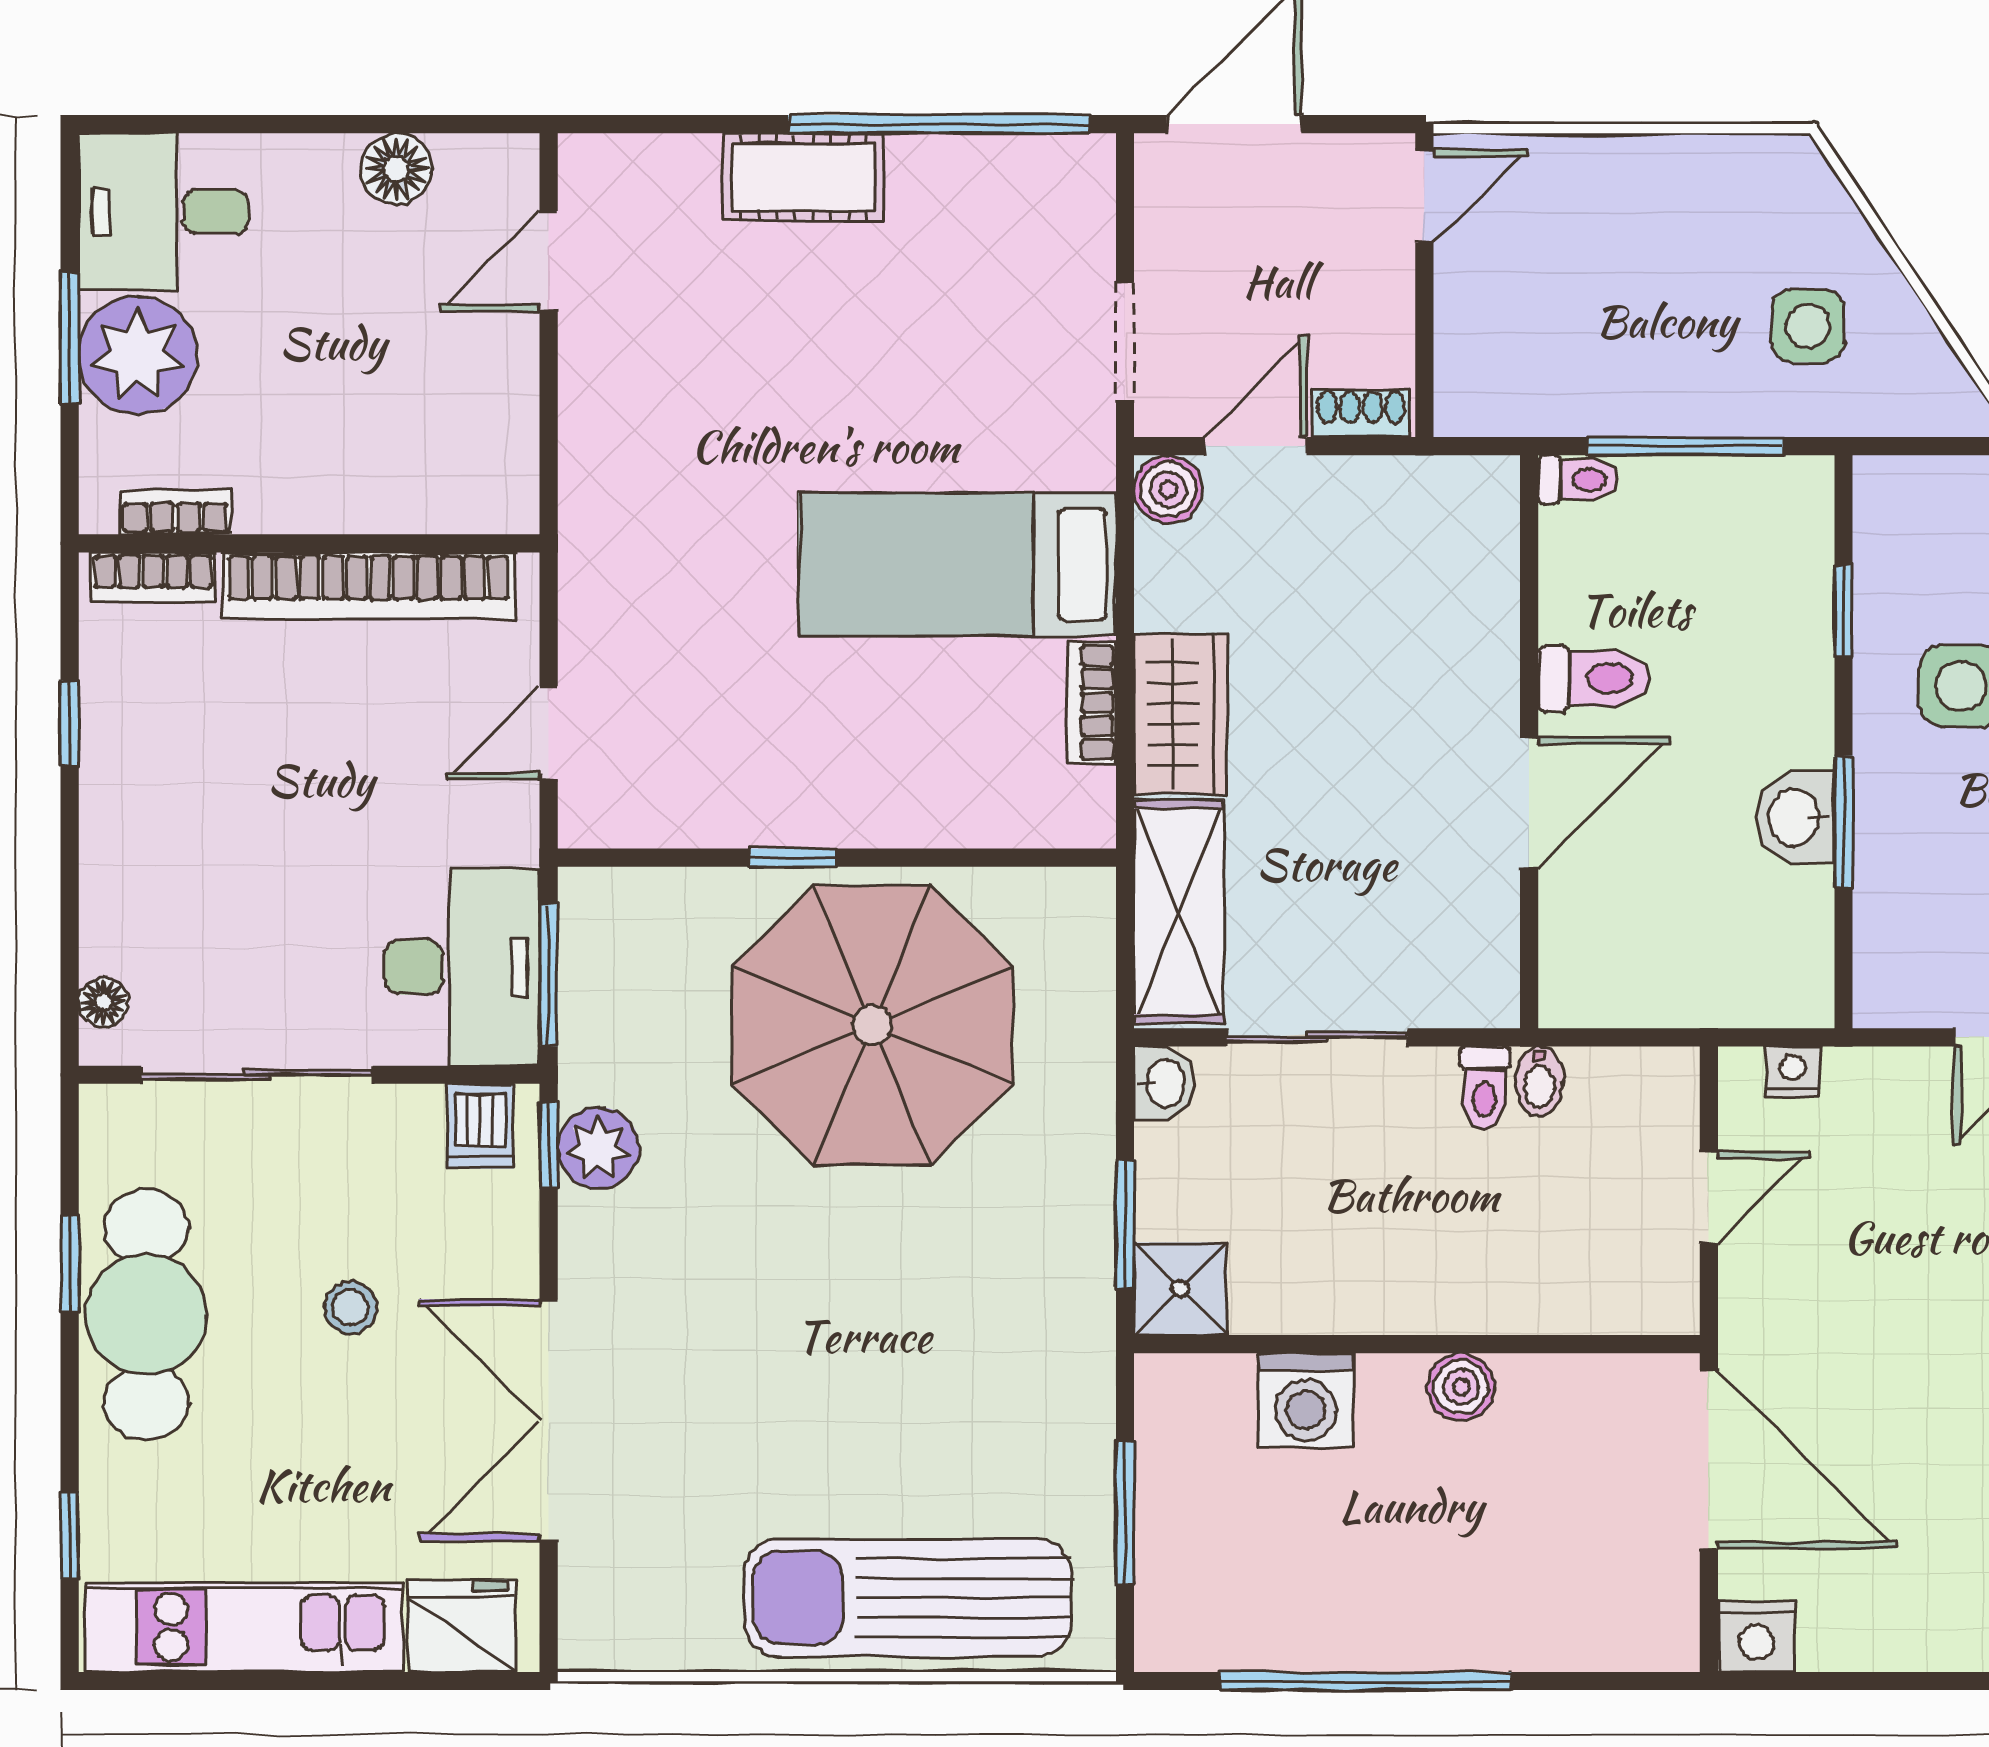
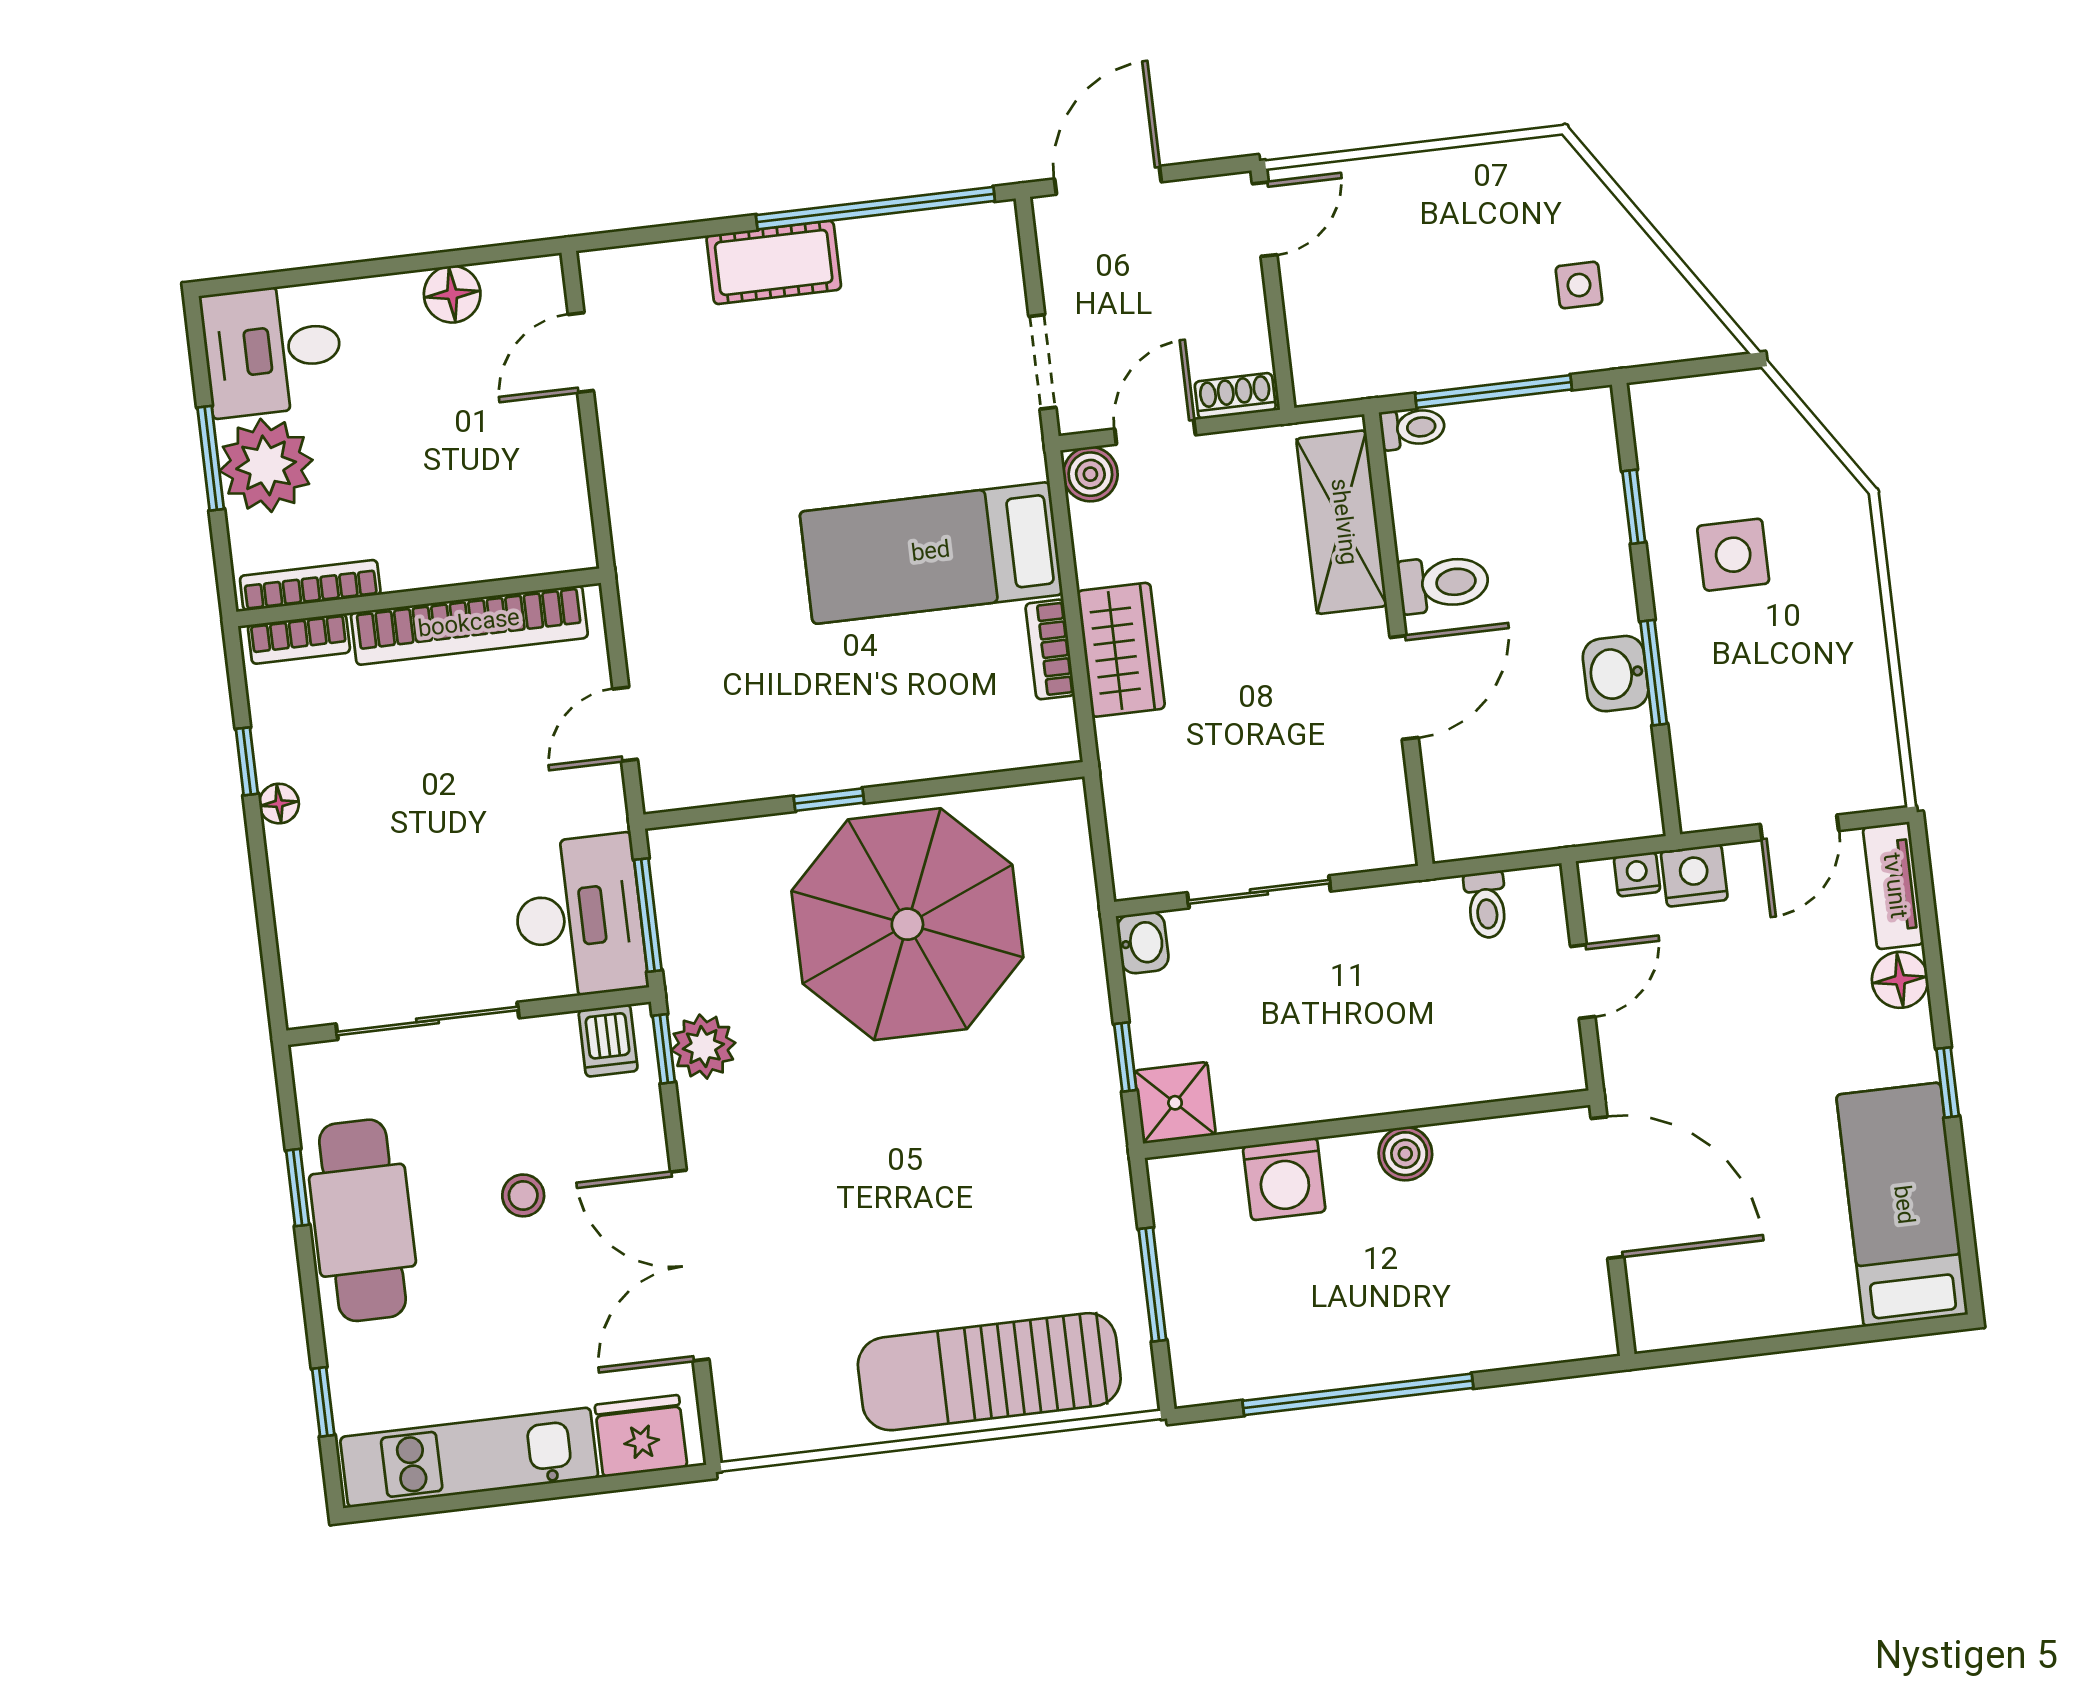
side table: (1808, 326) -> (1579, 285), width x0.73, depth x0.73
bookcase: (175, 512) -> (310, 585), width x1.56
shelving: (1179, 911) -> (1342, 522), moved
floor lamp: (104, 1002) -> (279, 804), moved
bidet: (1539, 1081) -> (1438, 905), removed
toilet: (1484, 1087) -> (1486, 905), moved
window: (1125, 1224) -> (1125, 1057), width x0.67
nightstand: (1756, 1637) -> (1694, 876), moved, turned 180

